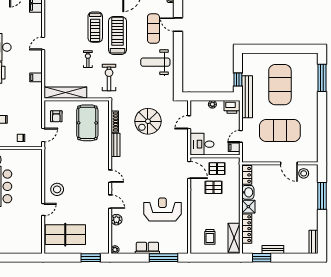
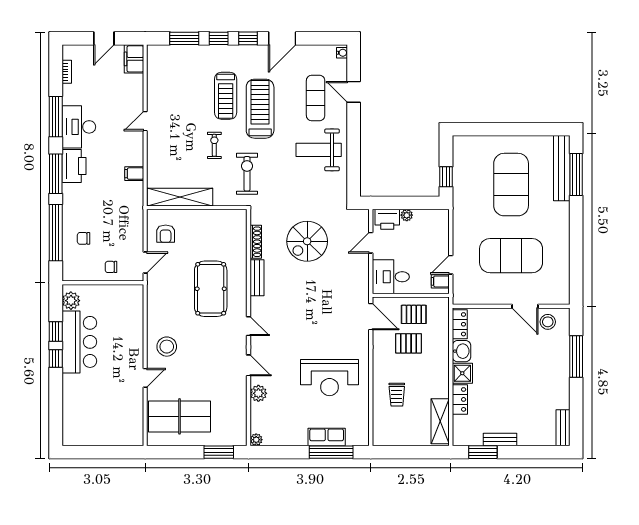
bench: (247, 97) -> (562, 168), moved
printer: (232, 107) -> (387, 219), moved
pool table: (87, 123) -> (211, 289), moved
reception desk: (162, 210) -> (330, 378), turned 180
locker: (247, 229) -> (460, 399), width x0.66
trolley: (210, 237) -> (397, 395), moved
row of seats: (147, 248) -> (327, 437), moved

